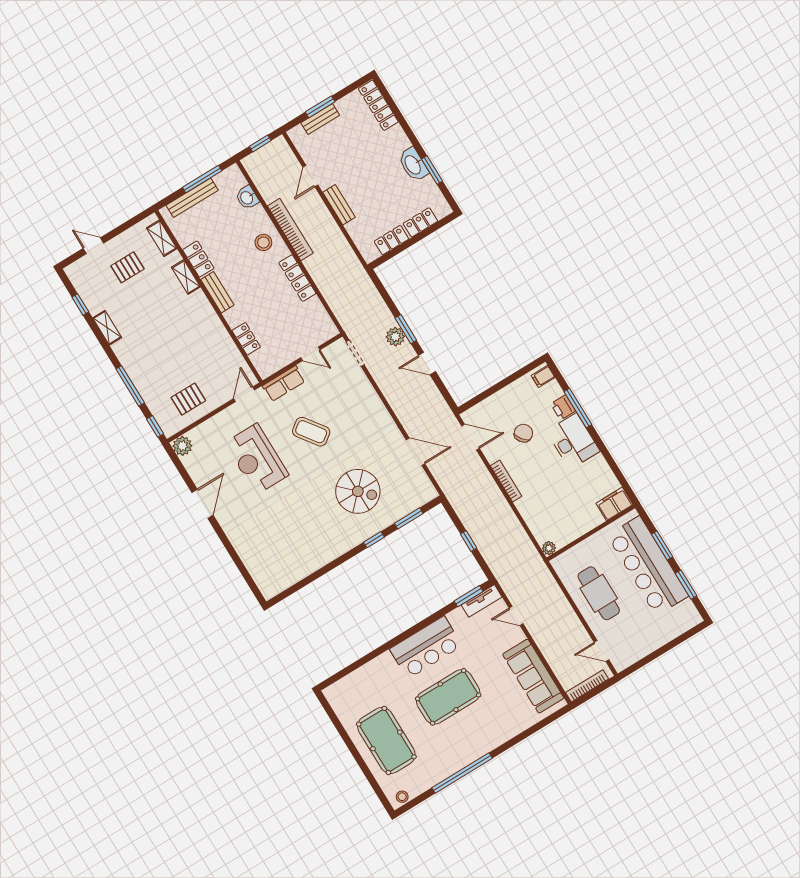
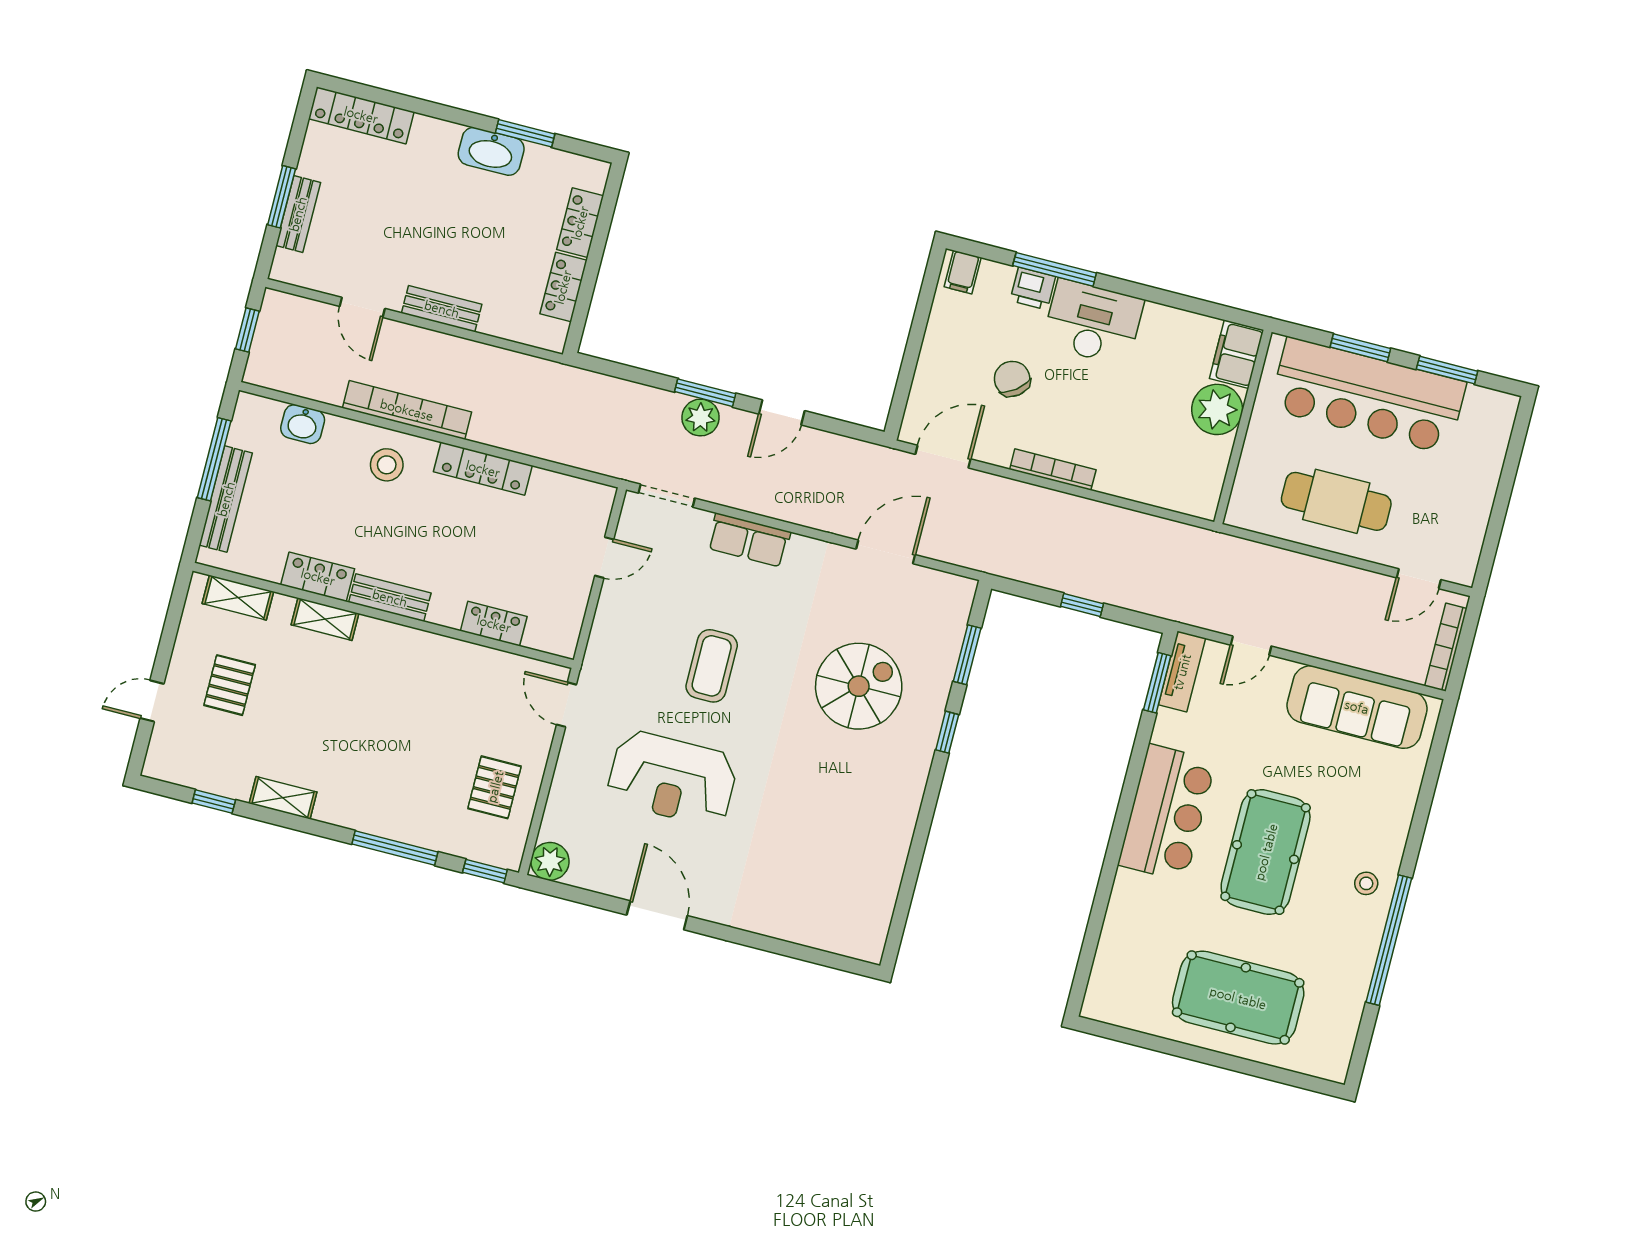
row of seats: (284, 384) -> (749, 540), moved, turned 90
coffee table: (311, 432) -> (712, 666), turned -54
plant: (549, 548) -> (1217, 409), moved, width x1.88, depth x1.88
stool: (402, 797) -> (1366, 883), moved

